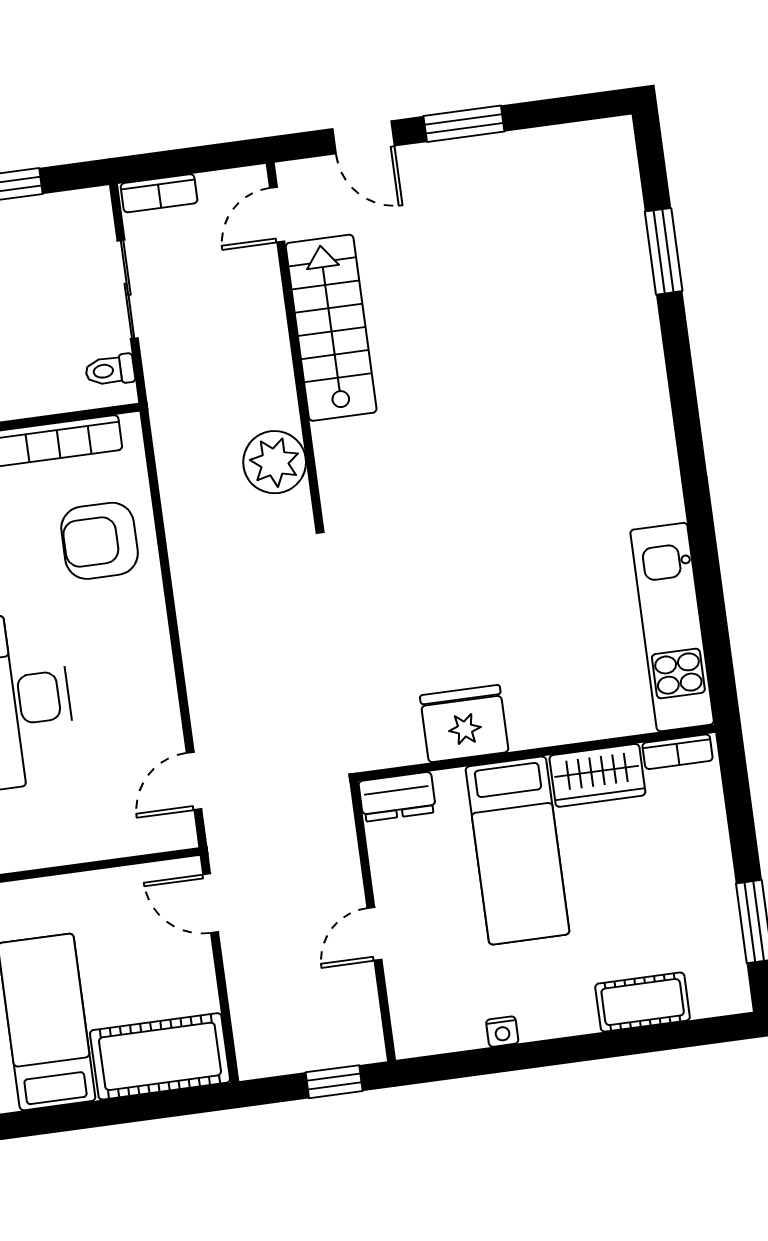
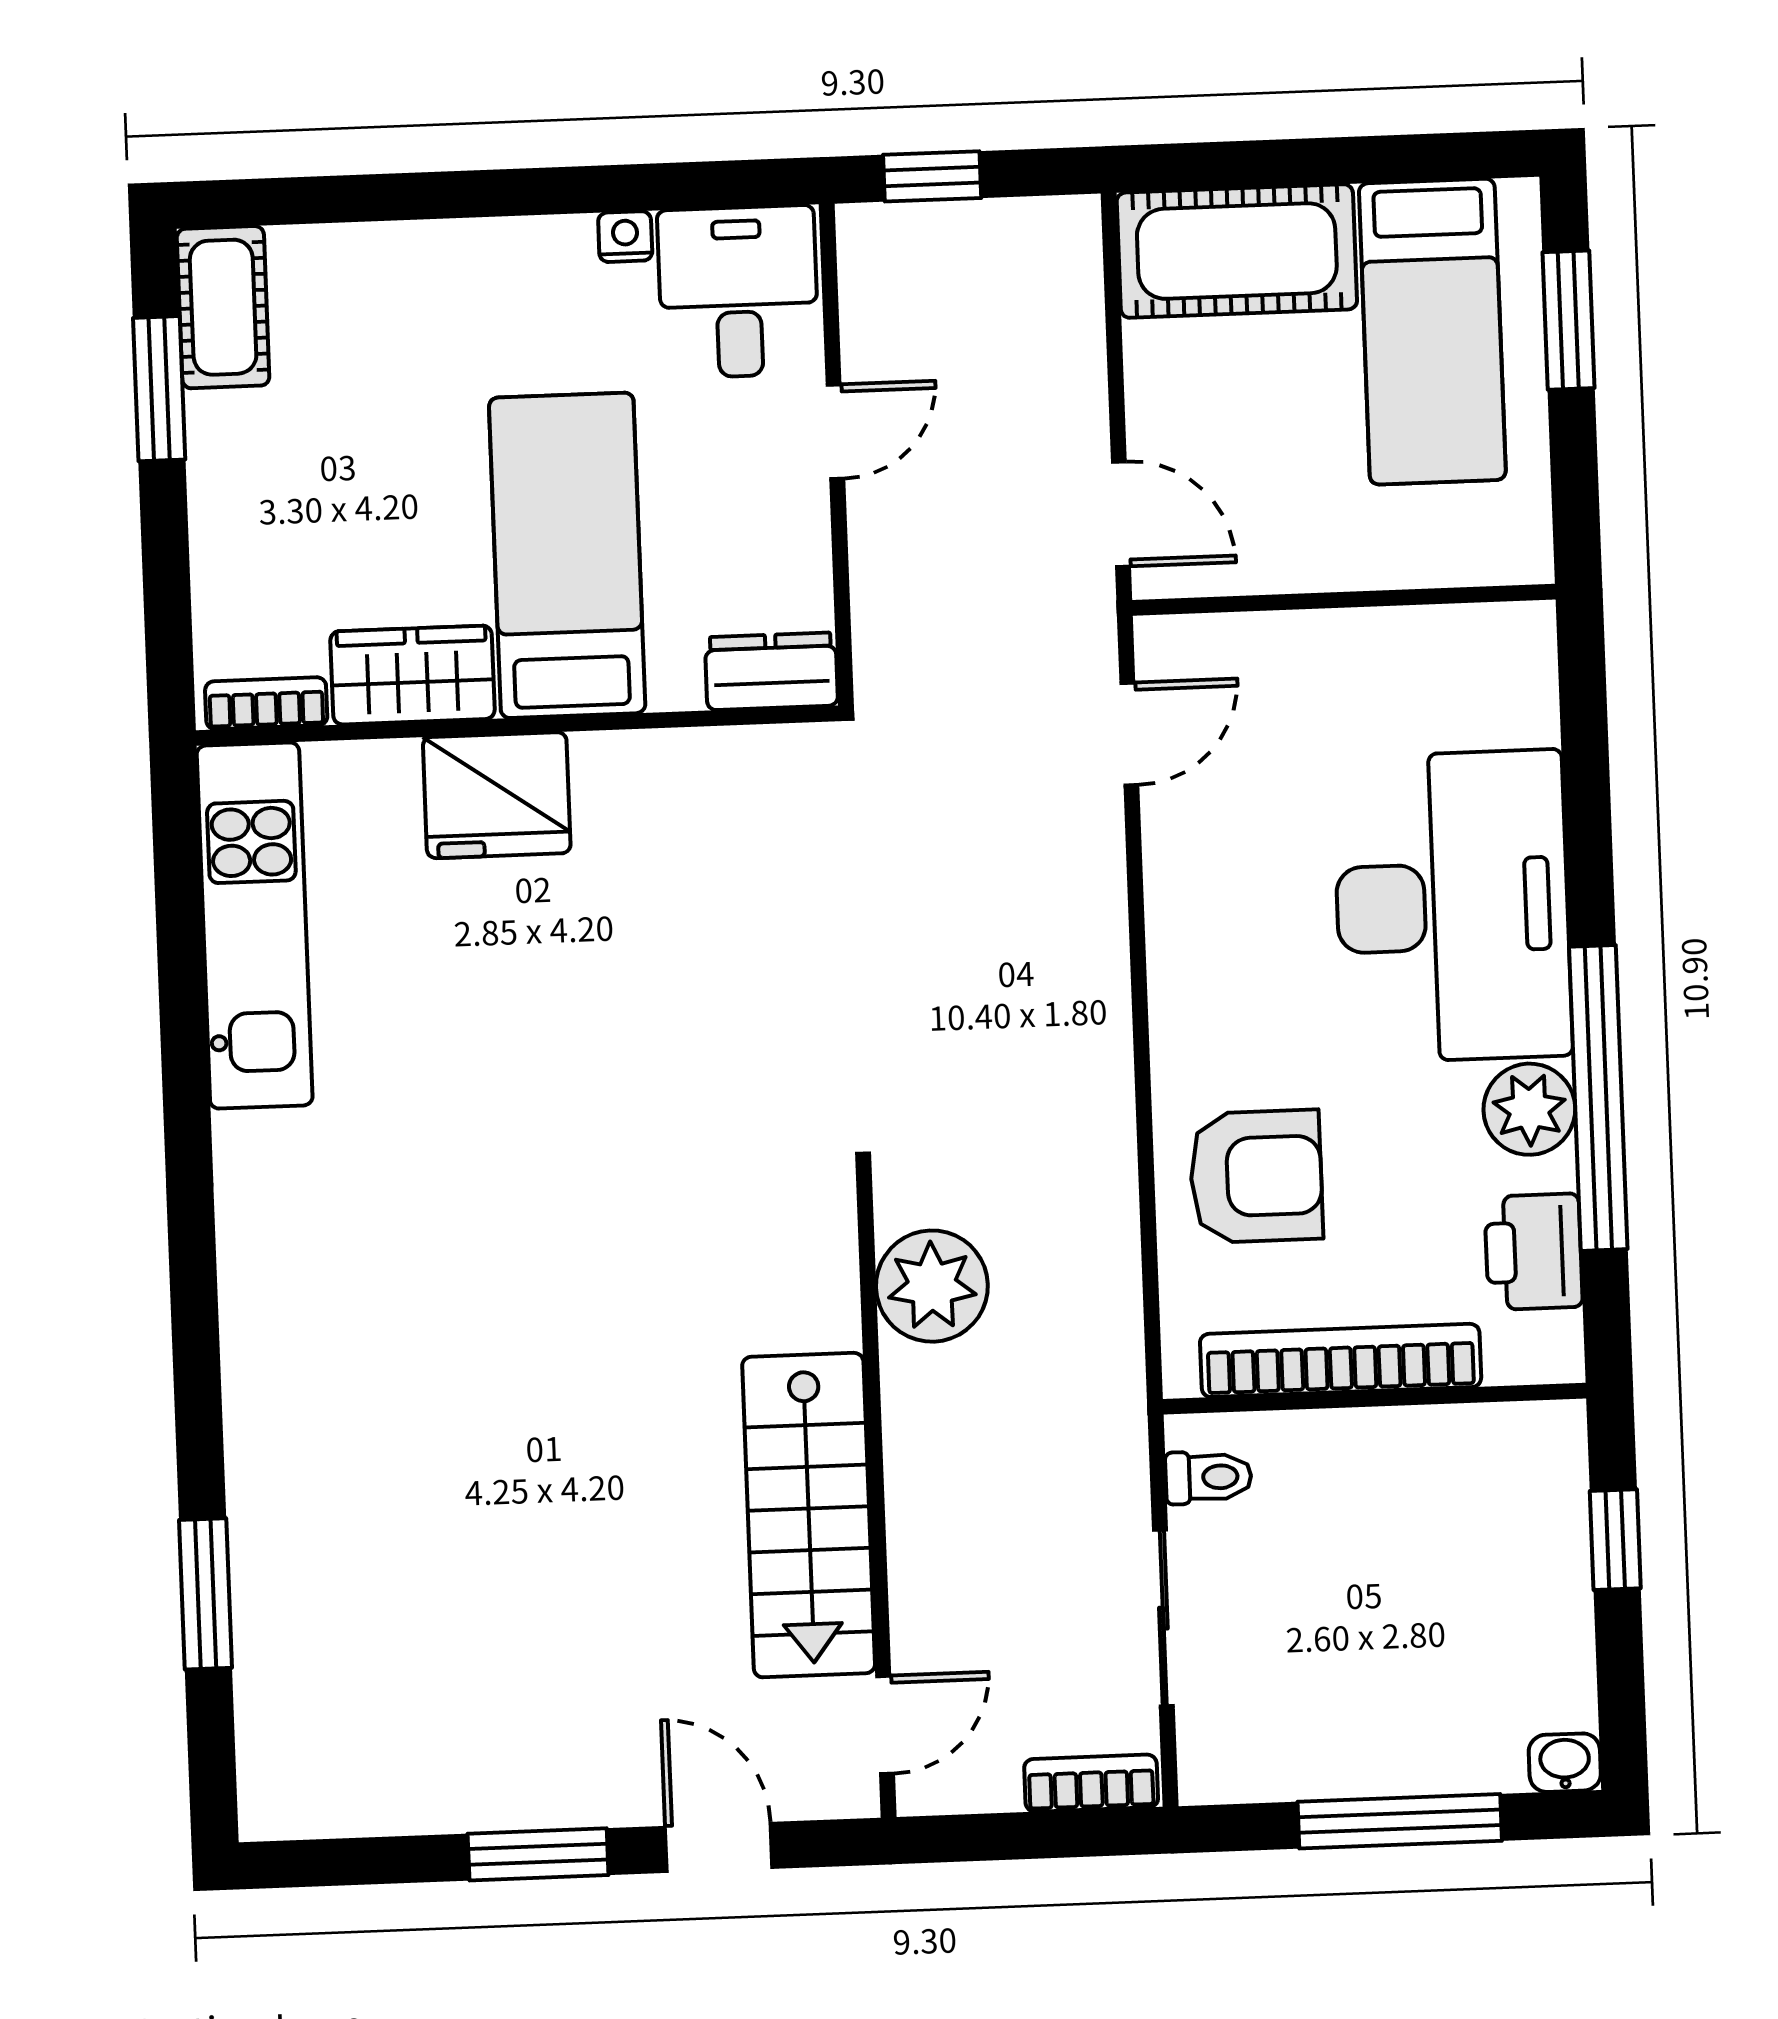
fridge: (464, 724) -> (497, 795), moved
cot: (643, 1002) -> (223, 307), moved, turned 90
desk: (436, 1007) -> (738, 292), added

